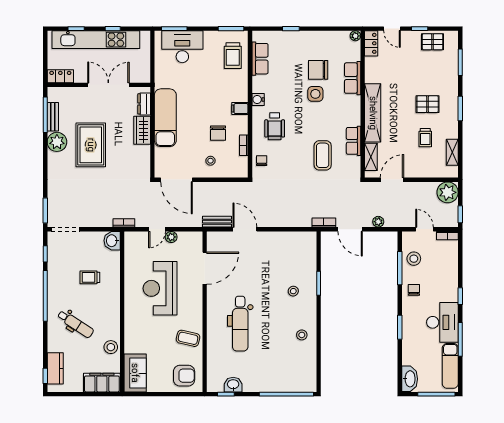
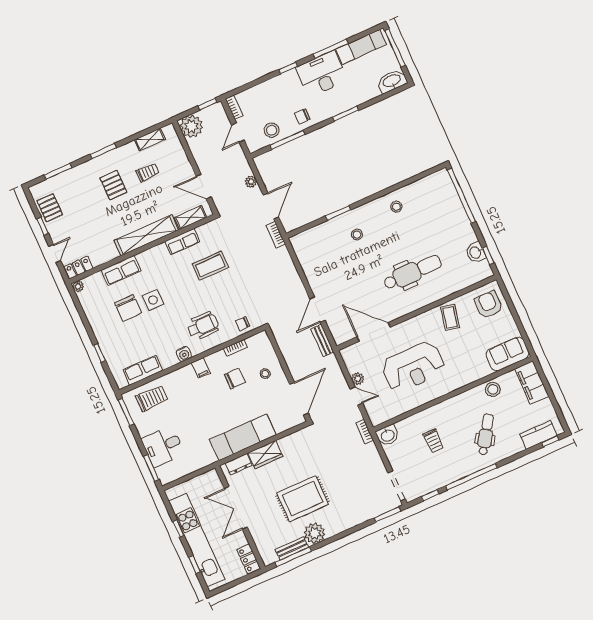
desk: (182, 47) -> (163, 446), width x0.73

